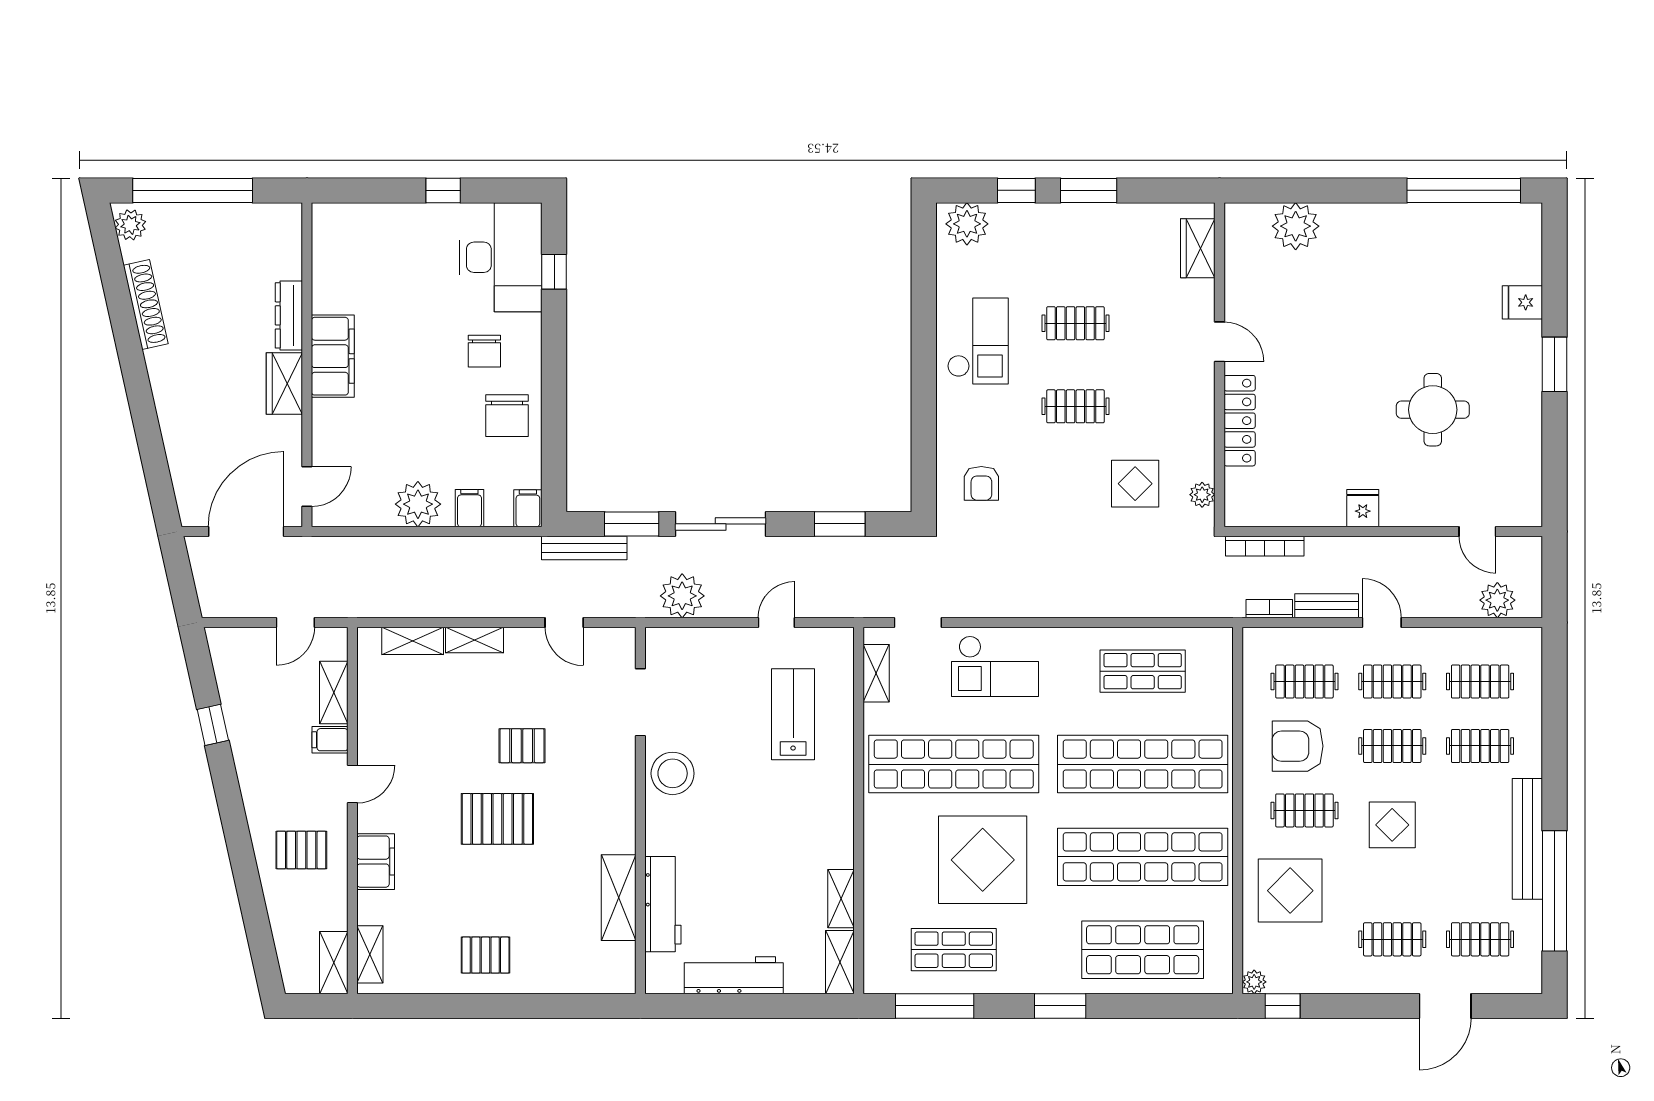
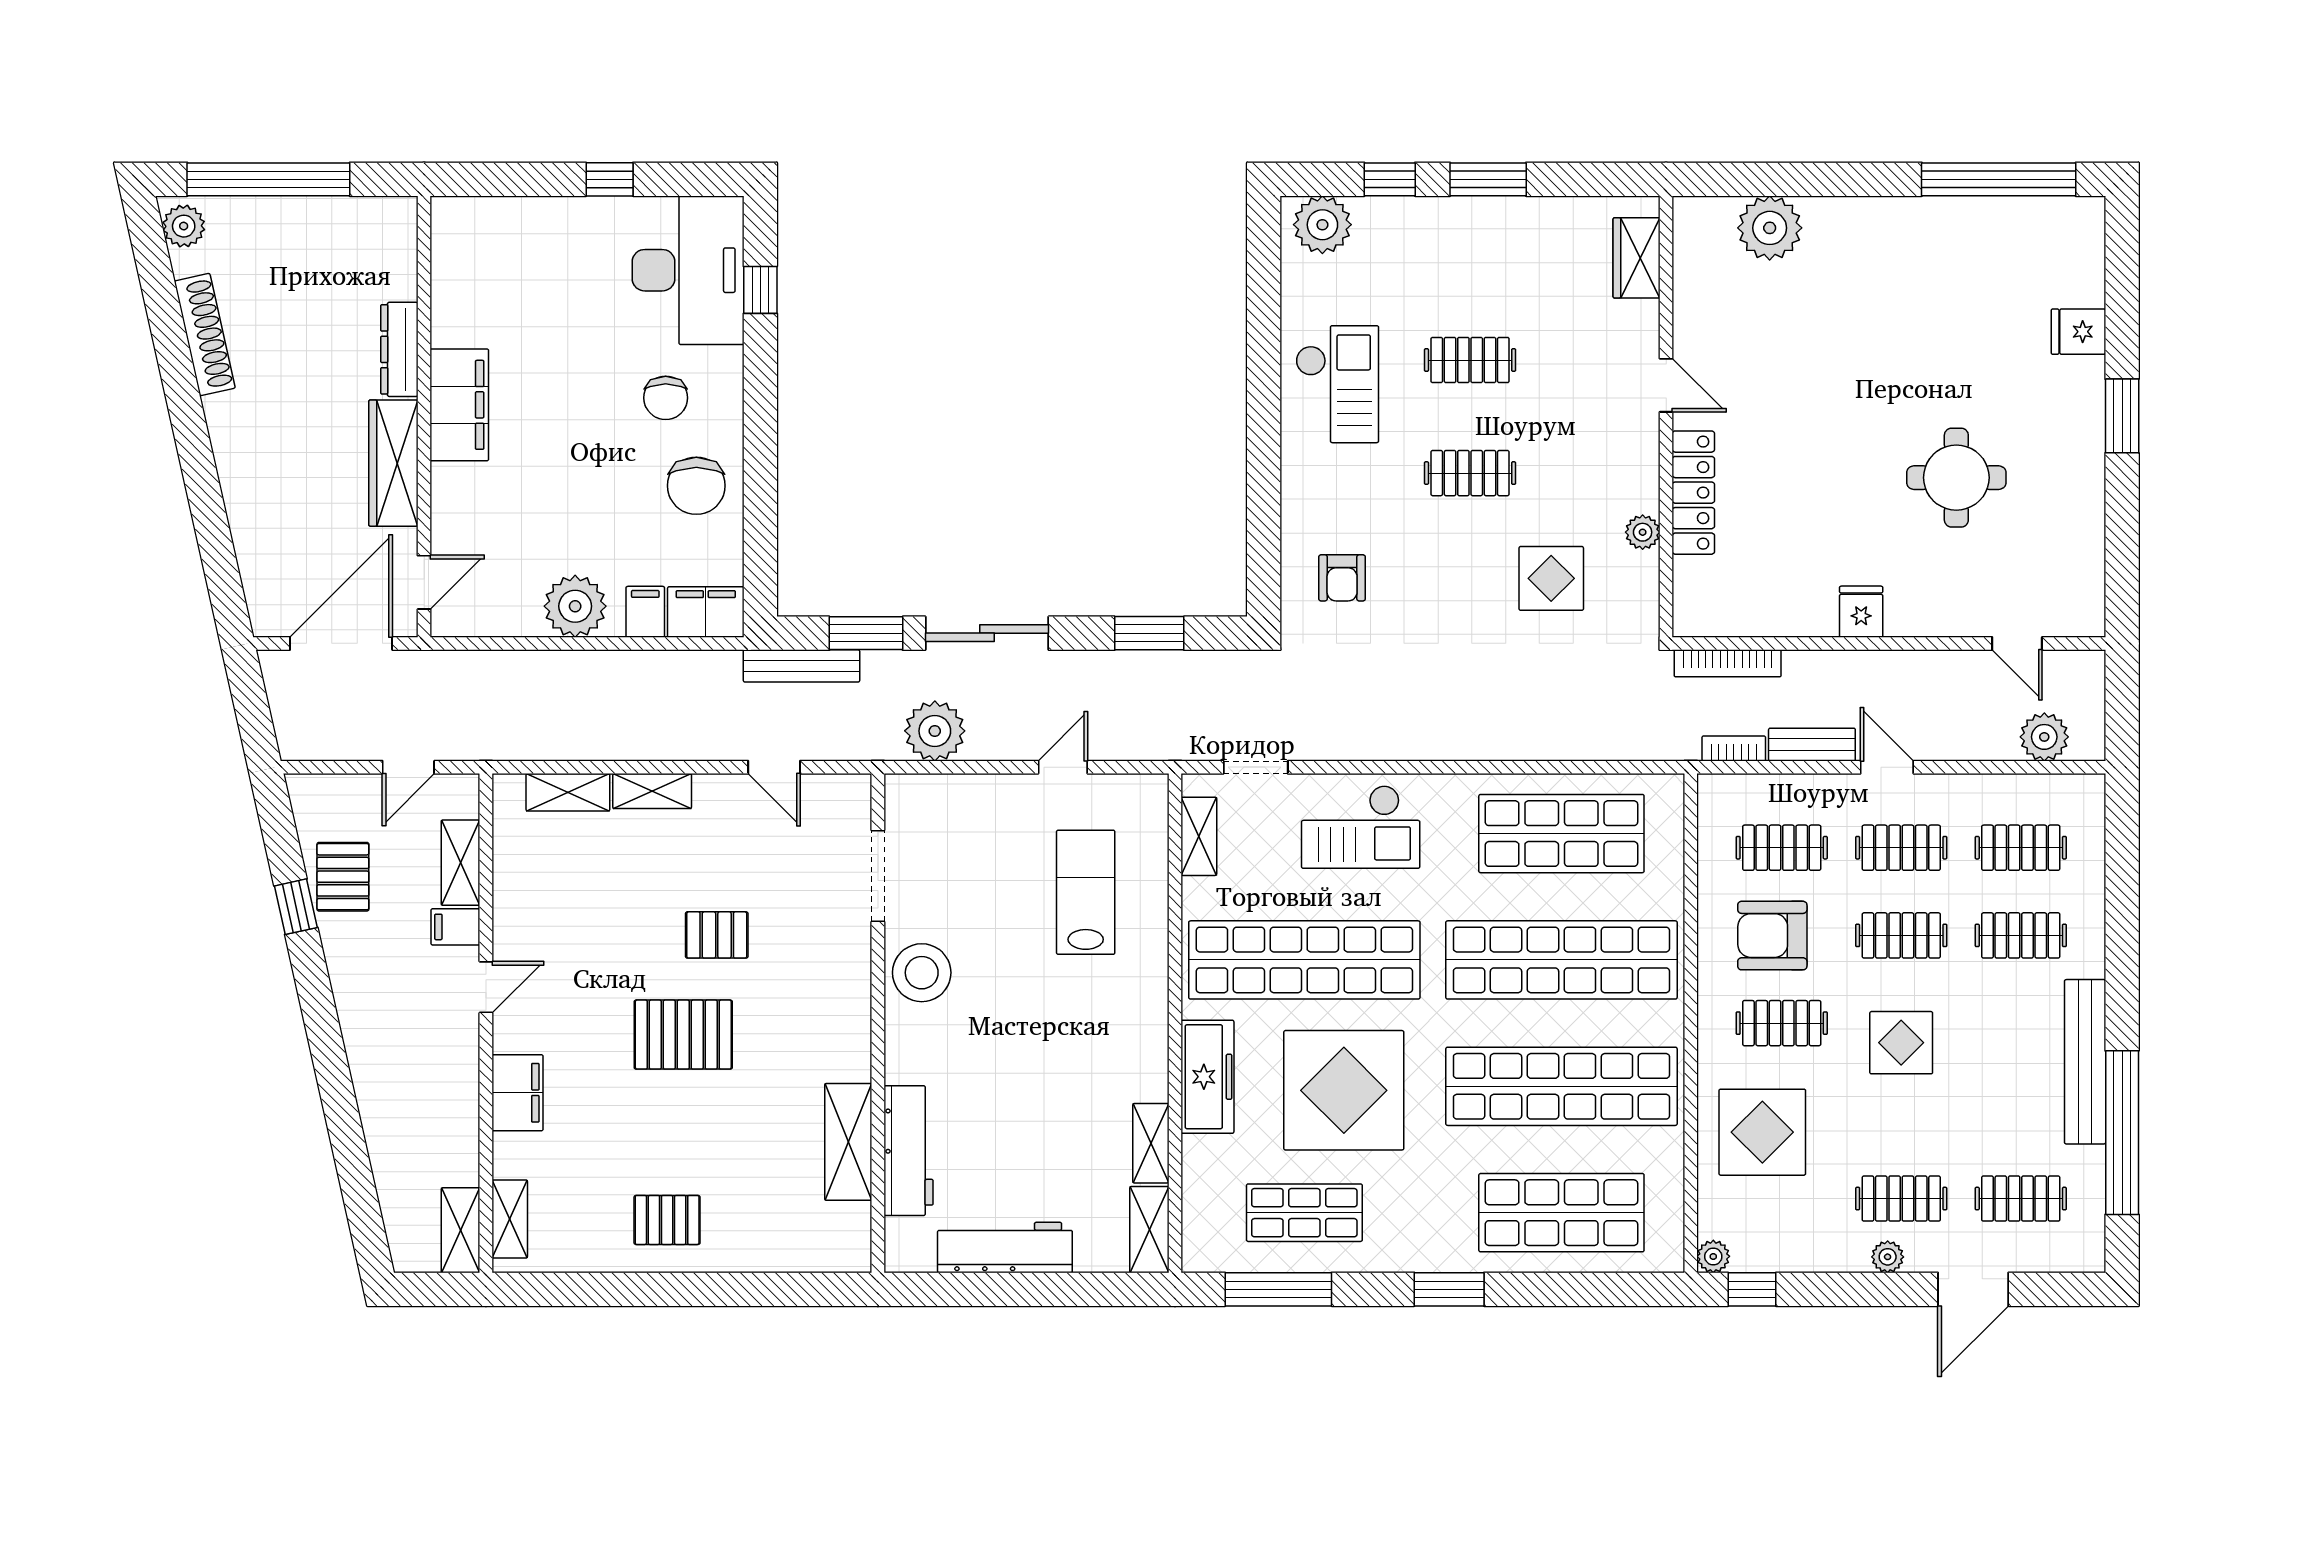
wardrobe: (284, 383) -> (393, 463), width x1.50
plant: (1202, 495) -> (1643, 532), moved
filing cabinet: (528, 508) -> (706, 612), width x2.00
shop shelf: (1143, 671) -> (1561, 834), width x1.43, depth x1.36
pallet: (301, 850) -> (343, 877), moved, turned 90
freezer: (883, 850) -> (1207, 1077), added
plant: (1382, 982) -> (1888, 1257), added

